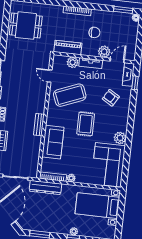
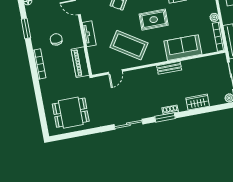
window: (123, 10) -> (26, 28), moved
dining table: (26, 26) -> (71, 113), turned 90
plant: (104, 52) -> (73, 23), removed
plant: (73, 62) -> (94, 53), removed
coffee table: (70, 95) -> (129, 45), turned -35

